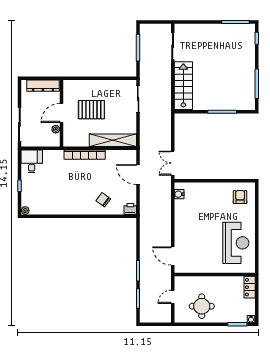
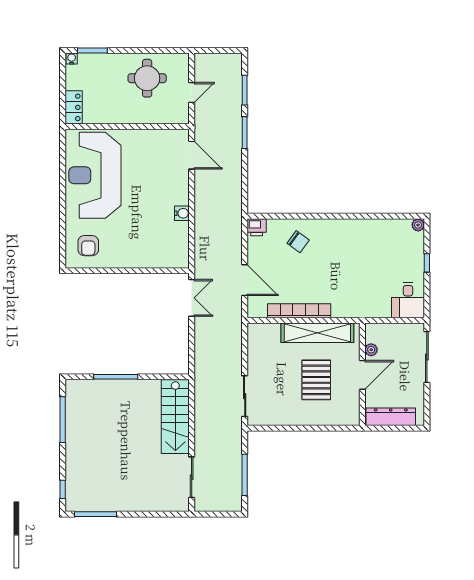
pallet: (91, 110) -> (316, 380), turned 90
shelving: (113, 140) -> (317, 333), moved
bookcase: (85, 155) -> (299, 311), moved
water cooler: (179, 194) -> (182, 213), moved
reception desk: (236, 243) -> (95, 175), width x1.36, depth x1.30

